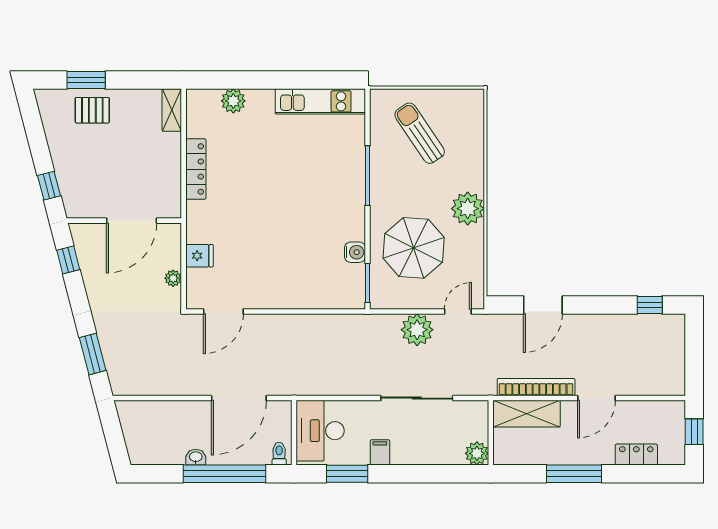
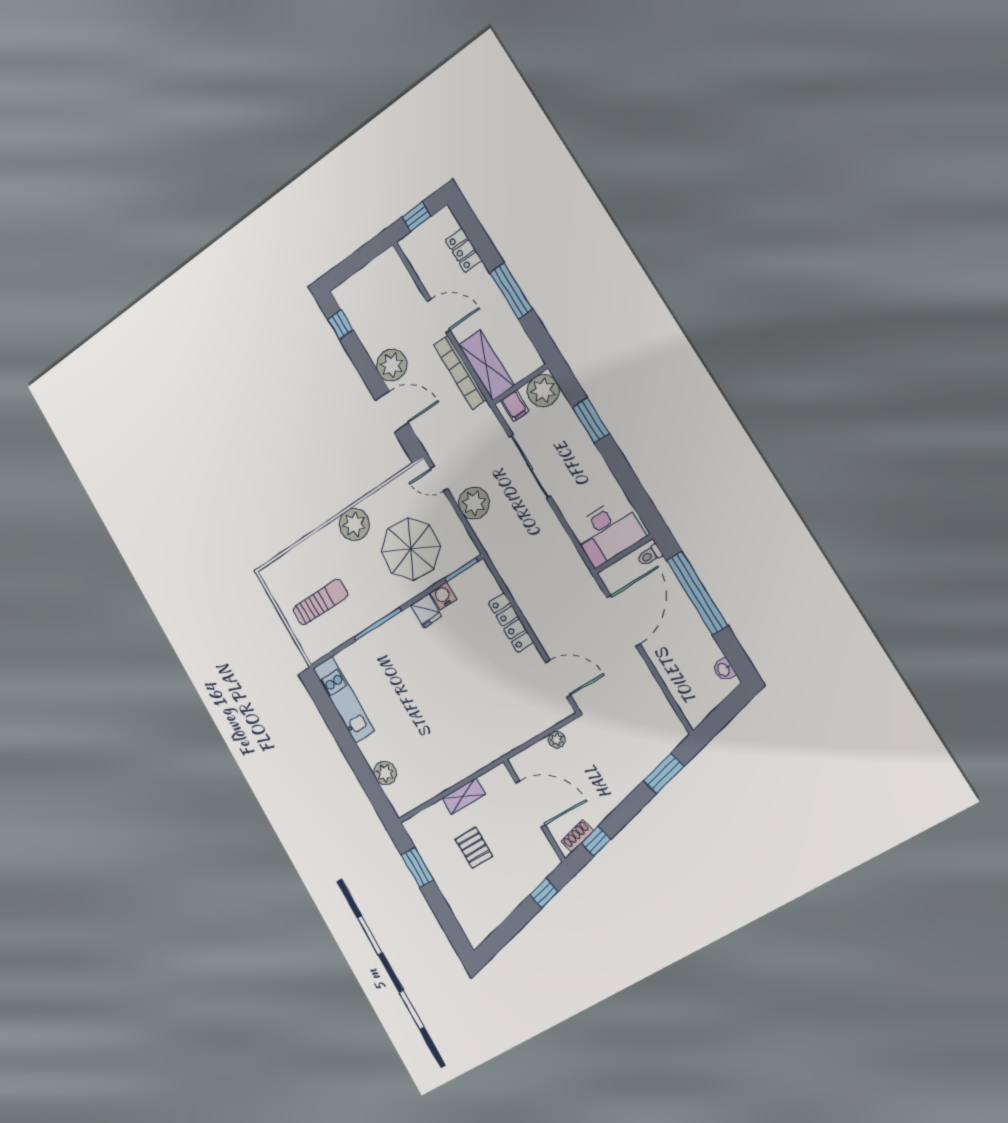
window: (86, 80) -> (417, 868), moved
pallet: (92, 110) -> (474, 848), moved
shelving: (172, 110) -> (464, 796), moved
sun lounger: (420, 133) -> (320, 602), turned -146
locker: (196, 169) -> (511, 623), moved, turned -90
shoe rack: (82, 246) -> (577, 836), added
fridge: (199, 256) -> (426, 611), moved, turned 180
plant: (583, 330) -> (392, 365), added
door: (239, 398) -> (623, 621), hinge flipped
filing cabinet: (380, 452) -> (515, 406), moved, turned -90
plant: (477, 453) -> (543, 391), width x1.36, depth x1.36
washbasin: (196, 457) -> (724, 670), moved
window: (347, 474) -> (591, 420), moved

